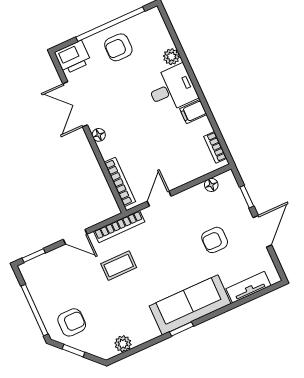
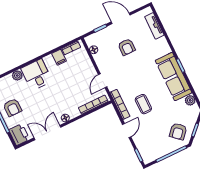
double door: (75, 104) -> (47, 133), swing flipped
filing cabinet: (193, 112) -> (59, 57), moved
door: (159, 199) -> (103, 81), hinge flipped
sofa: (190, 305) -> (174, 77), moved
armchair: (72, 322) -> (178, 131), turned -138

